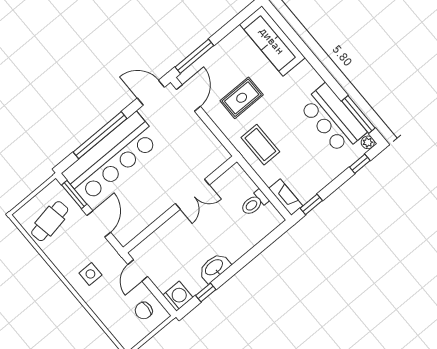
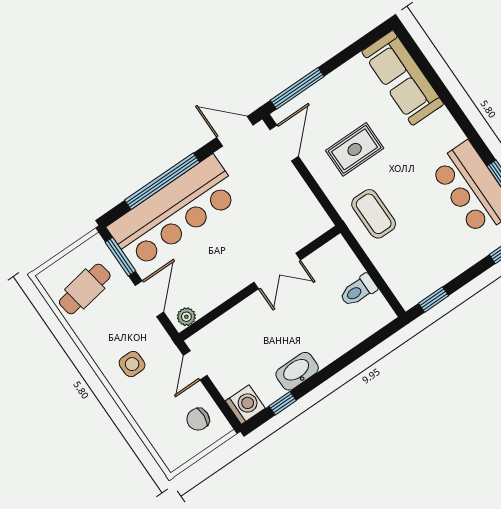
fireplace: (286, 197) -> (401, 287), removed
plant: (128, 235) -> (186, 317), added

